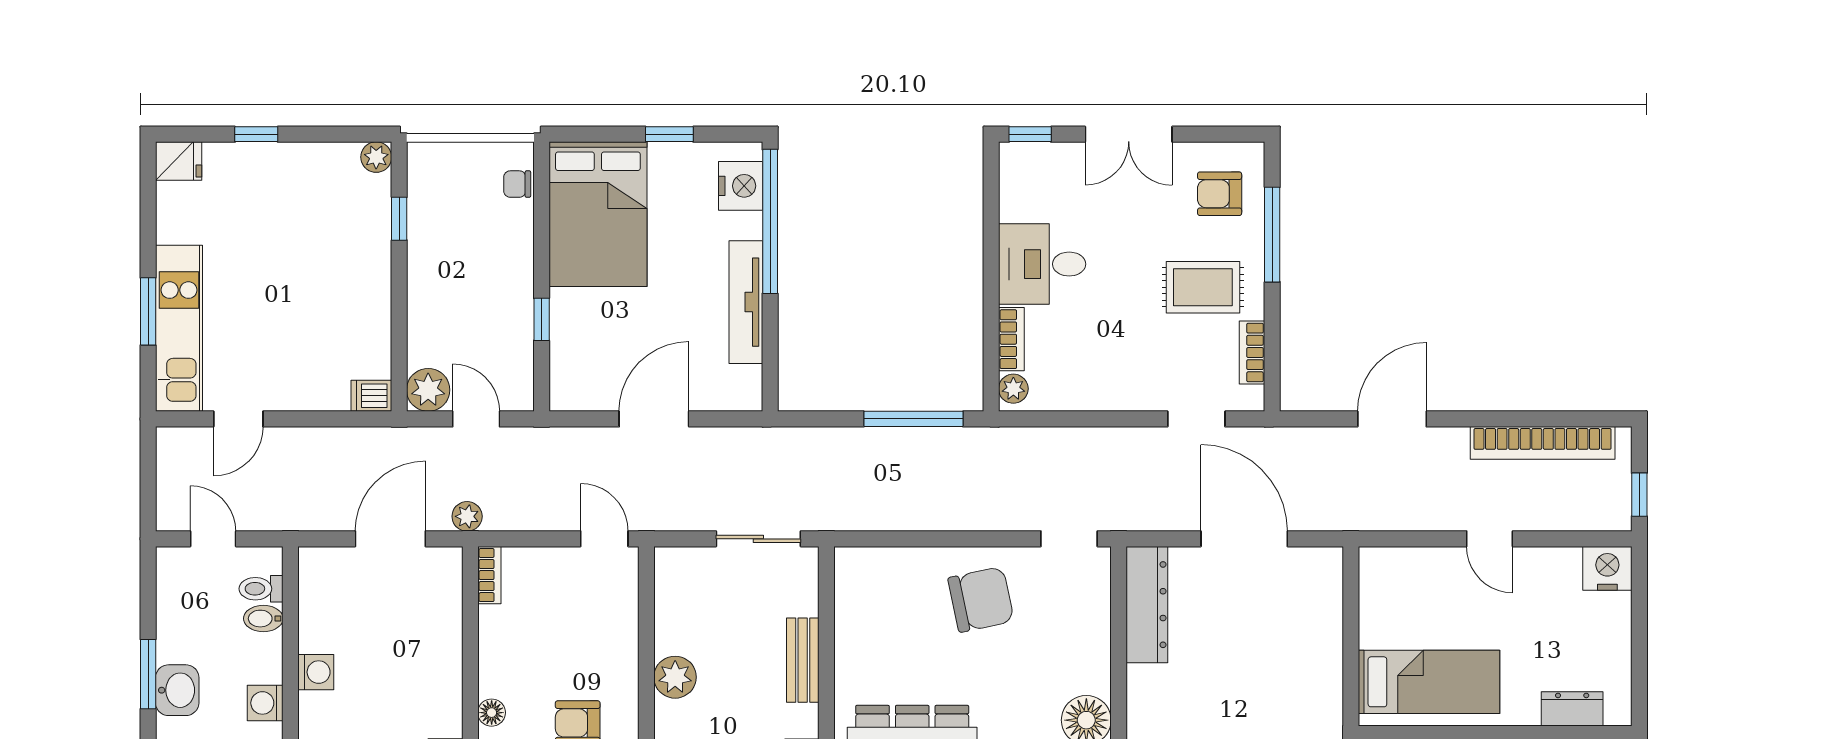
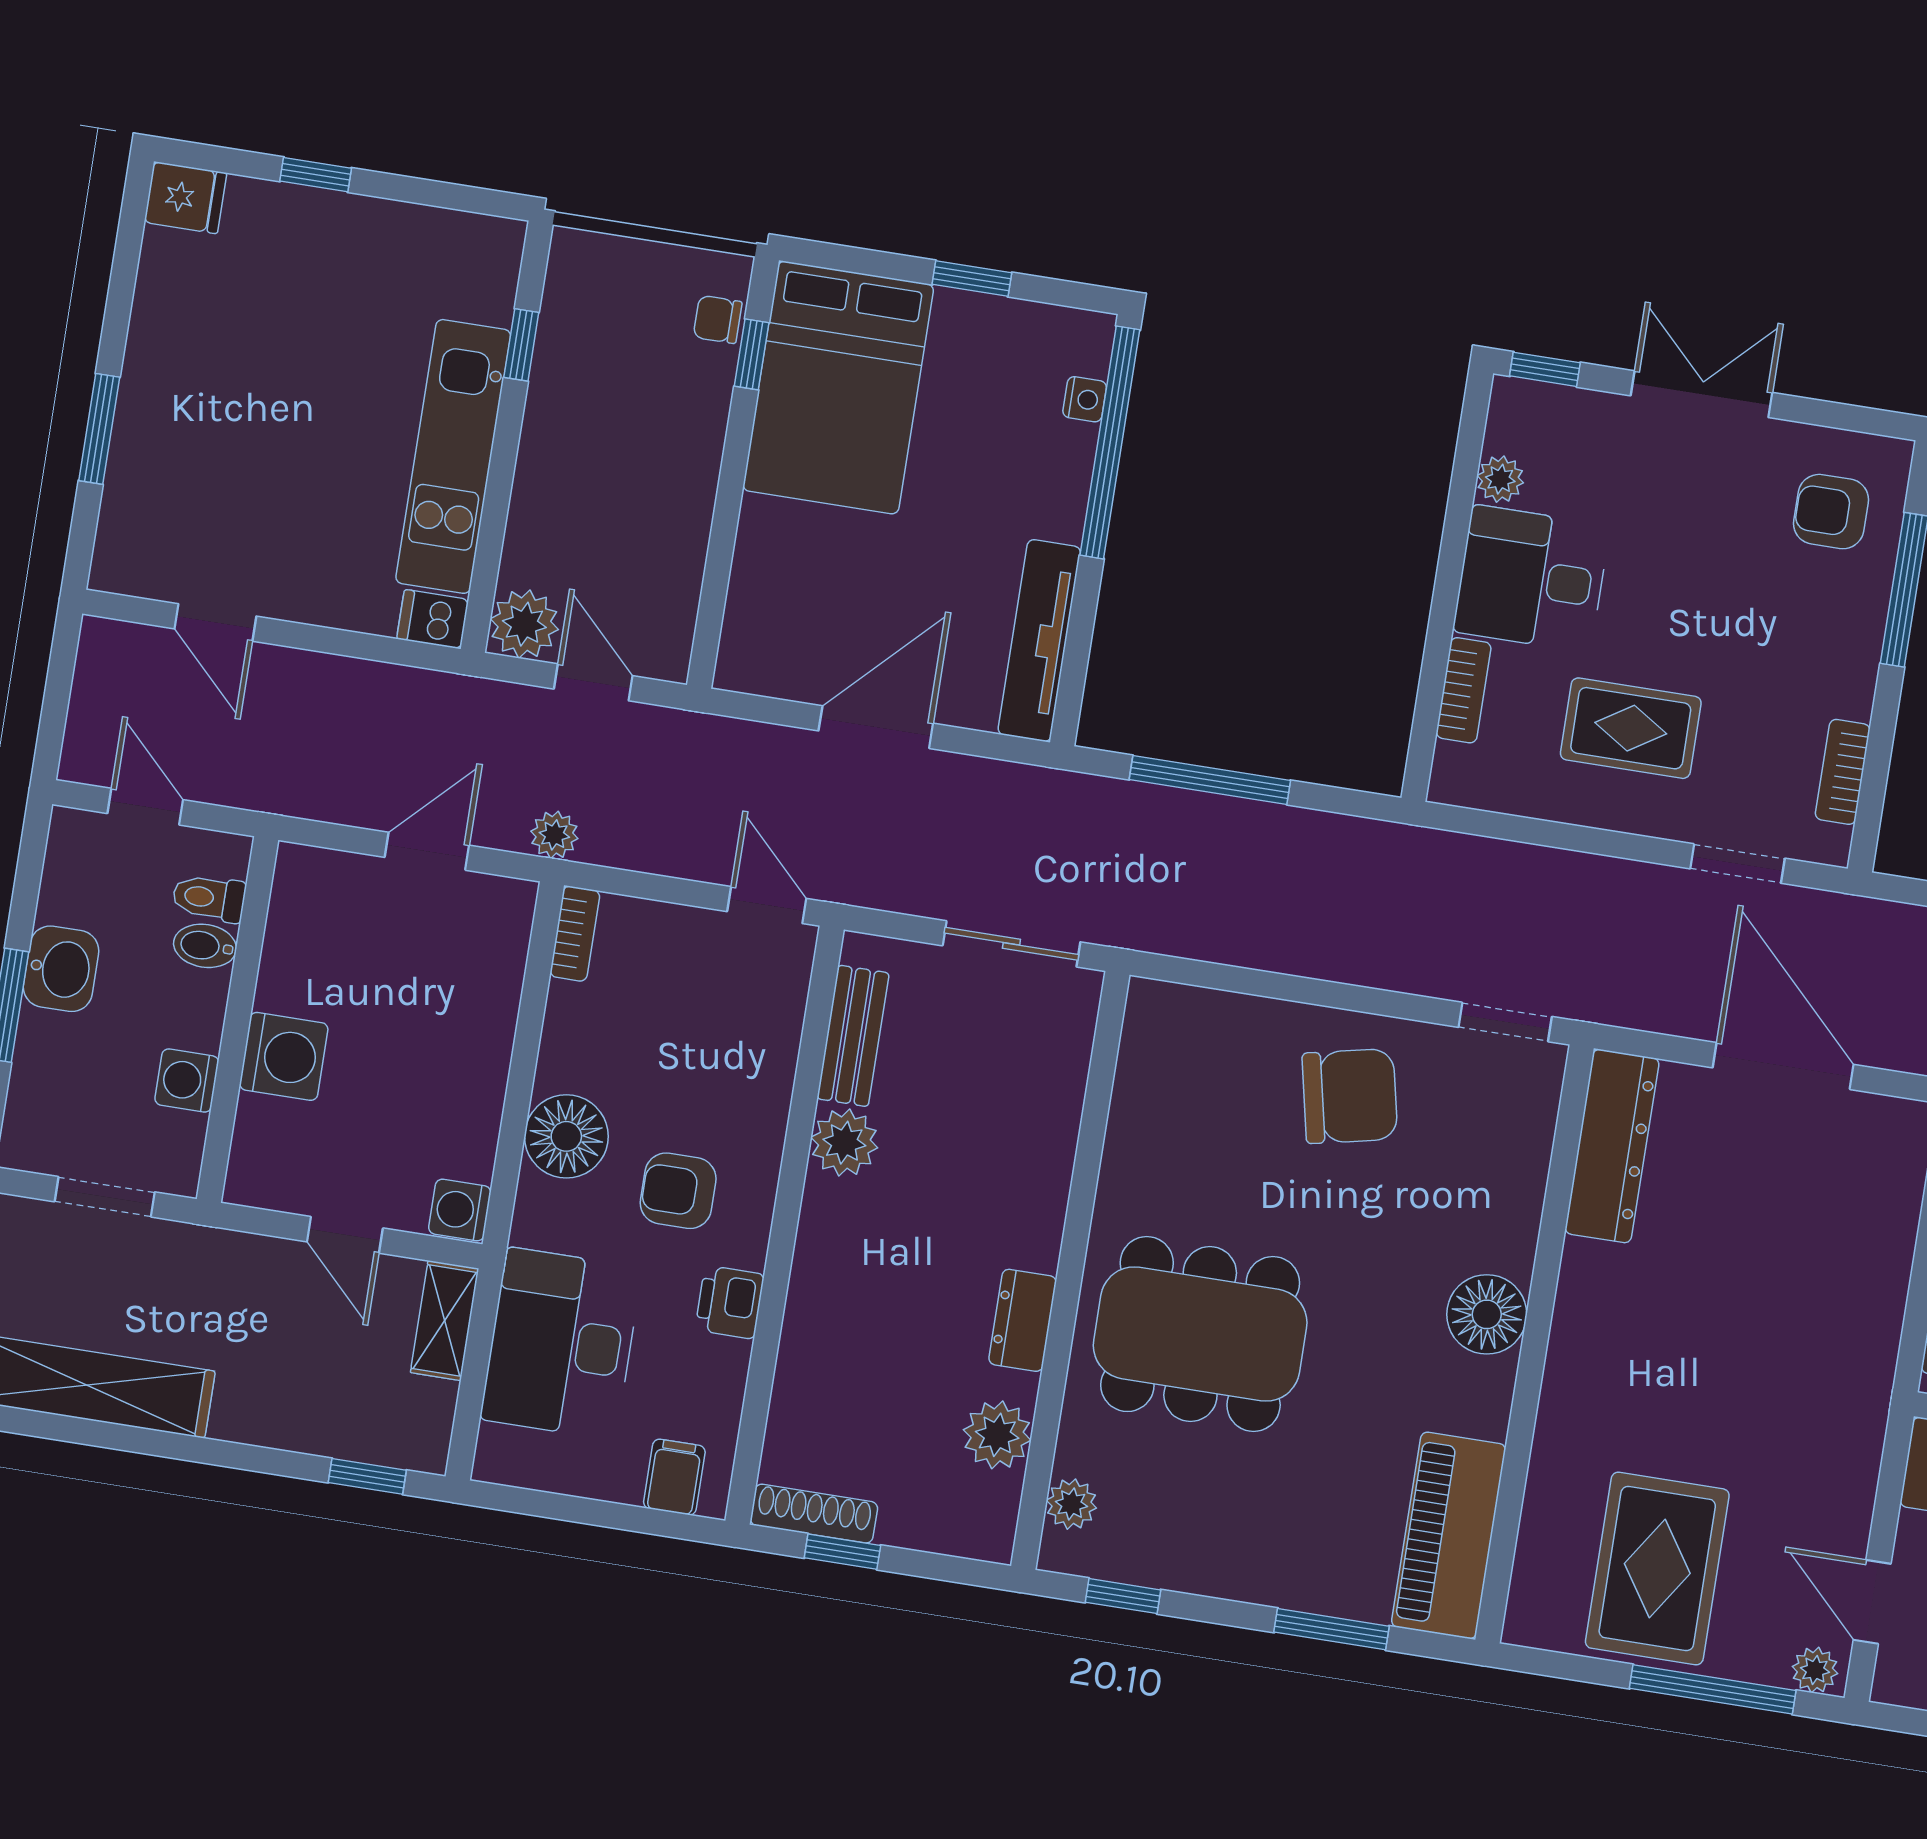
double door: (1129, 134) -> (1701, 394), swing flipped
plant: (376, 157) -> (500, 241), removed
nightstand: (741, 186) -> (1085, 399), width x0.53, depth x0.56
rug: (1203, 287) -> (1631, 728), moved
tv unit: (746, 302) -> (1039, 641), moved
window: (542, 319) -> (752, 354), moved
kitchen unit: (179, 328) -> (453, 456), moved, turned 180
plant: (1013, 389) -> (1500, 479), moved
door: (238, 419) -> (215, 622), hinge flipped
window: (913, 419) -> (1210, 780), moved
door: (390, 539) -> (427, 851), width x0.73
bench: (803, 660) -> (853, 1036), moved
washing machine: (316, 672) -> (284, 1056), width x1.38, depth x1.38
washbasin: (177, 690) -> (61, 969), moved
floor lamp: (492, 713) -> (566, 1136), width x1.89, depth x1.89

